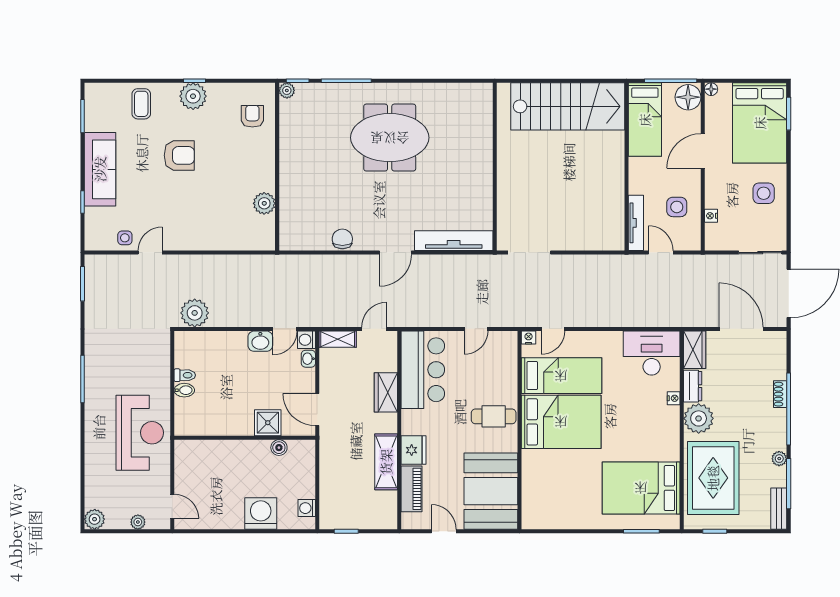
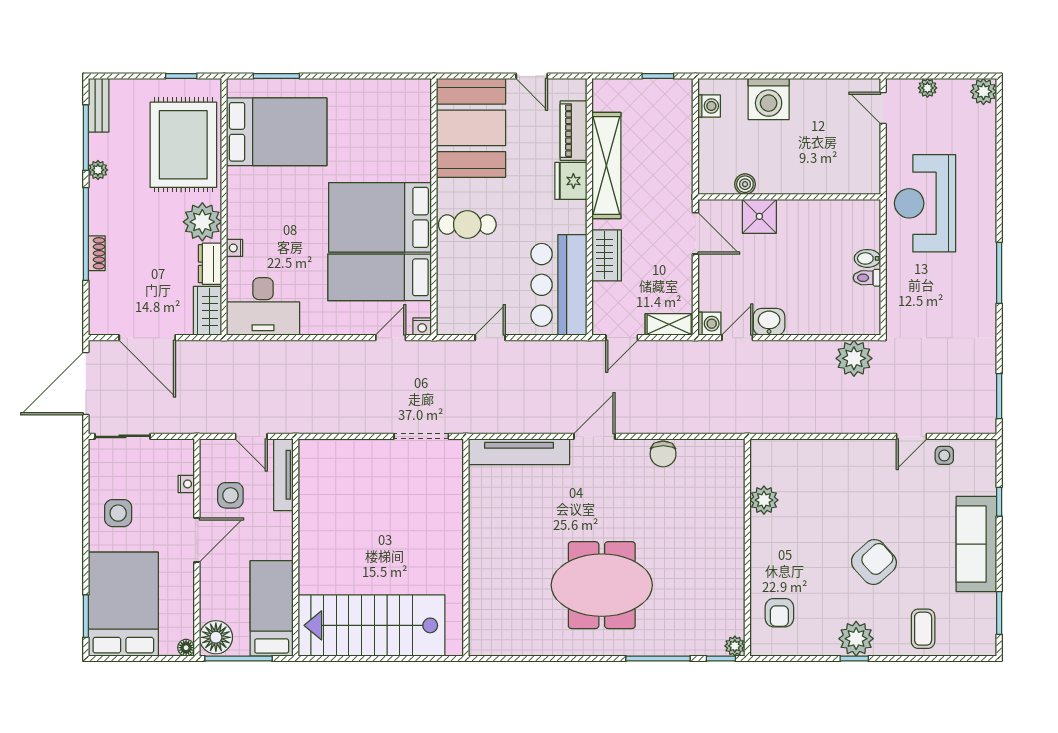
door: (703, 151) -> (197, 540), moved
armchair: (179, 155) -> (874, 562), turned 138
washbasin: (308, 359) -> (707, 299), removed
shelving: (386, 462) -> (606, 166), width x1.47

